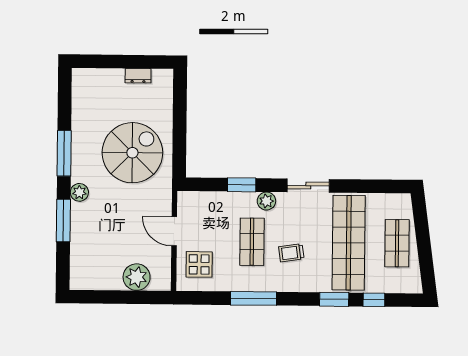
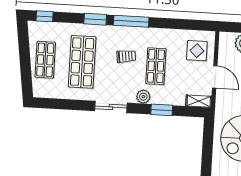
shelving: (194, 199) -> (199, 101), added
shop shelf: (349, 243) -> (82, 62), width x0.71
window: (253, 298) -> (131, 21), moved
window: (374, 300) -> (45, 16), moved

